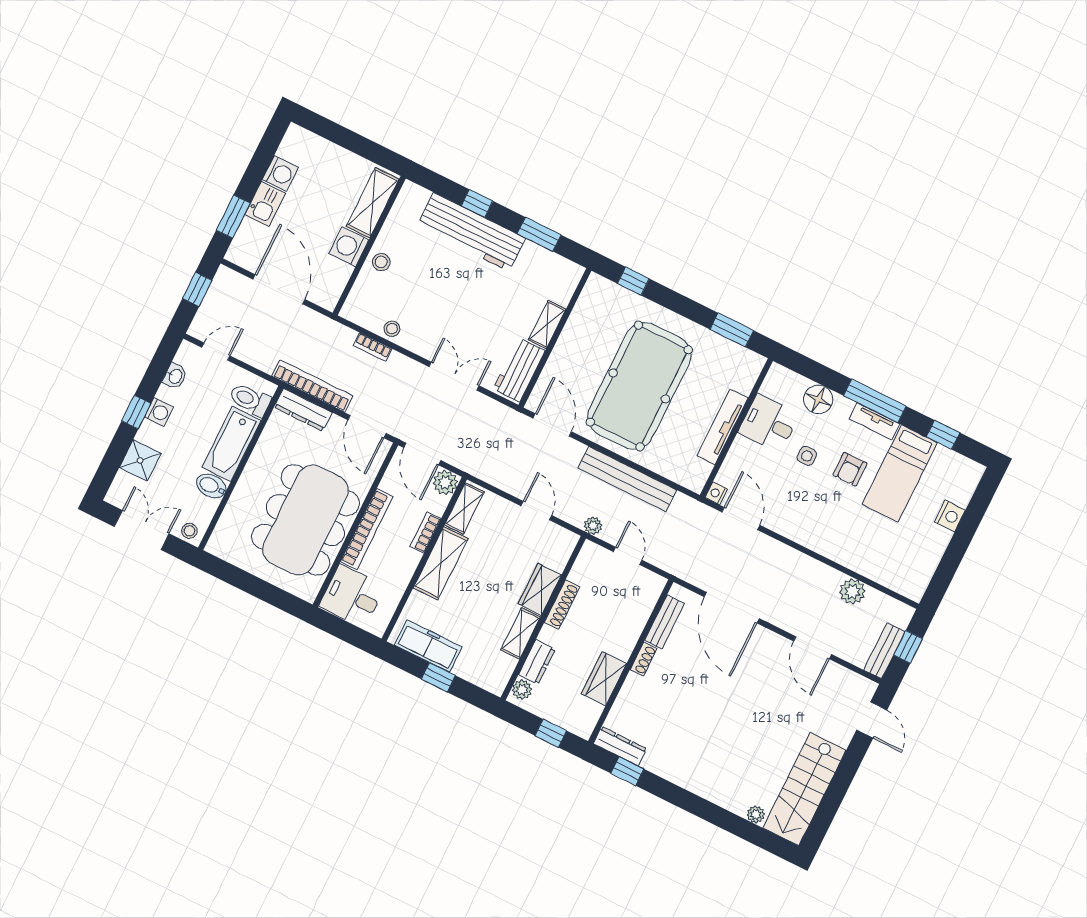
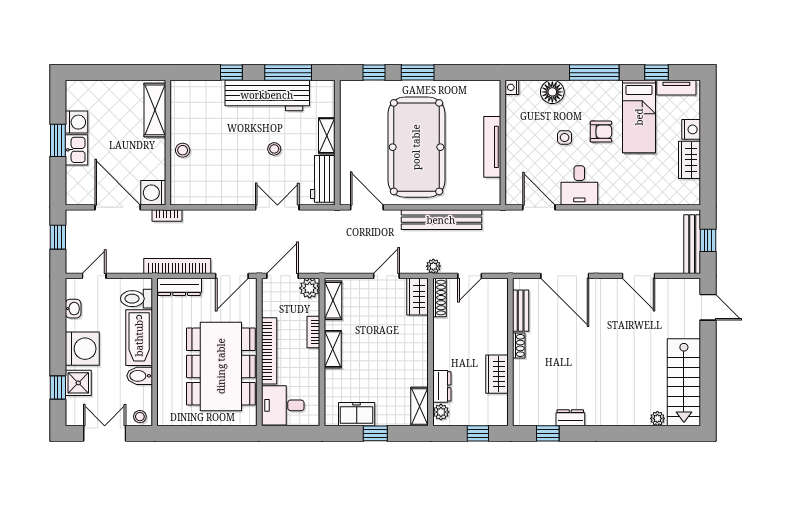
window: (233, 217) -> (58, 140), moved
workbench: (471, 232) -> (267, 95), moved
window: (539, 234) -> (288, 73), width x1.44
washing machine: (349, 247) -> (153, 193), moved
stool: (392, 329) -> (274, 149), moved
window: (732, 330) -> (418, 73), moved
bookcase: (373, 347) -> (167, 216), moved
window: (136, 412) -> (58, 387), moved
washing machine: (159, 412) -> (82, 349), width x1.89, depth x1.89
tv unit: (874, 421) -> (676, 88), moved
desk: (769, 423) -> (579, 185), moved, turned -90
door: (367, 427) -> (232, 276), hinge flipped
door: (422, 454) -> (282, 276), swing flipped
armchair: (850, 469) -> (601, 132), turned -90
nightstand: (716, 493) -> (512, 87), moved
door: (536, 511) -> (386, 276), hinge flipped
wardrobe: (932, 548) -> (689, 160), added
door: (628, 556) -> (470, 276), swing flipped
shelving: (441, 563) -> (333, 349), width x0.67, depth x0.75
wardrobe: (540, 589) -> (417, 297), moved
plant: (852, 592) -> (647, 220), removed
shoe rack: (562, 605) -> (439, 298), moved
shelving: (521, 633) -> (420, 407), moved
freezer: (428, 646) -> (357, 414), width x0.71
bench: (884, 651) -> (692, 244), width x1.36
dresser: (620, 746) -> (570, 418), moved, width x0.70

